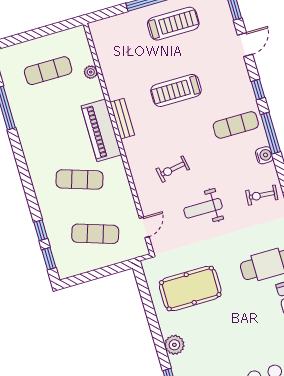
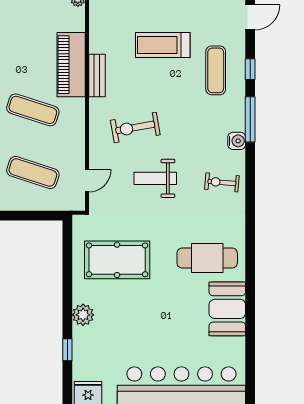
bench: (122, 119) -> (97, 76), moved
exercise mat: (236, 125) -> (216, 70), moved, turned 90
exercise bike: (173, 169) -> (135, 127), width x1.38, depth x1.39

